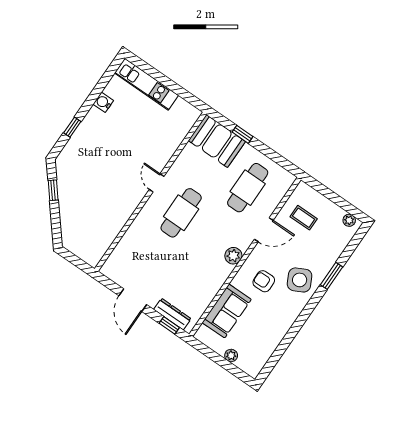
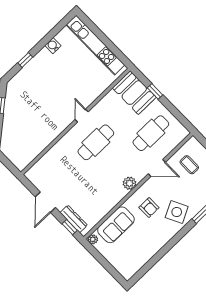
kitchen unit: (147, 84) -> (95, 45), width x1.36
armchair: (264, 281) -> (149, 208), turned 180
plant: (231, 355) -> (93, 239), moved

